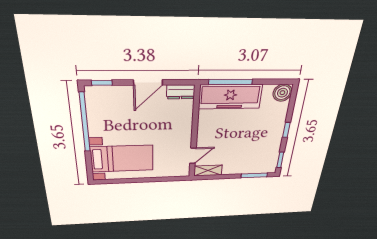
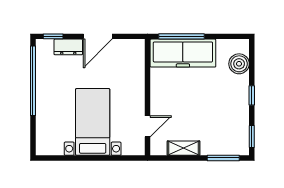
dresser: (181, 92) -> (68, 47), moved
boiler: (282, 93) -> (239, 64), moved
bed with nightstands: (122, 159) -> (93, 122), moved, turned -90
shelving: (208, 171) -> (184, 148), moved

